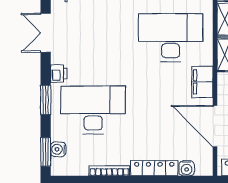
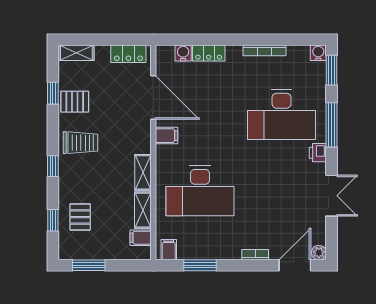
filing cabinet: (202, 82) -> (166, 136), width x0.50
window: (46, 100) -> (331, 125), width x1.44
water cooler: (58, 149) -> (318, 53), moved, turned -90
locker: (154, 168) -> (209, 53), width x0.66

